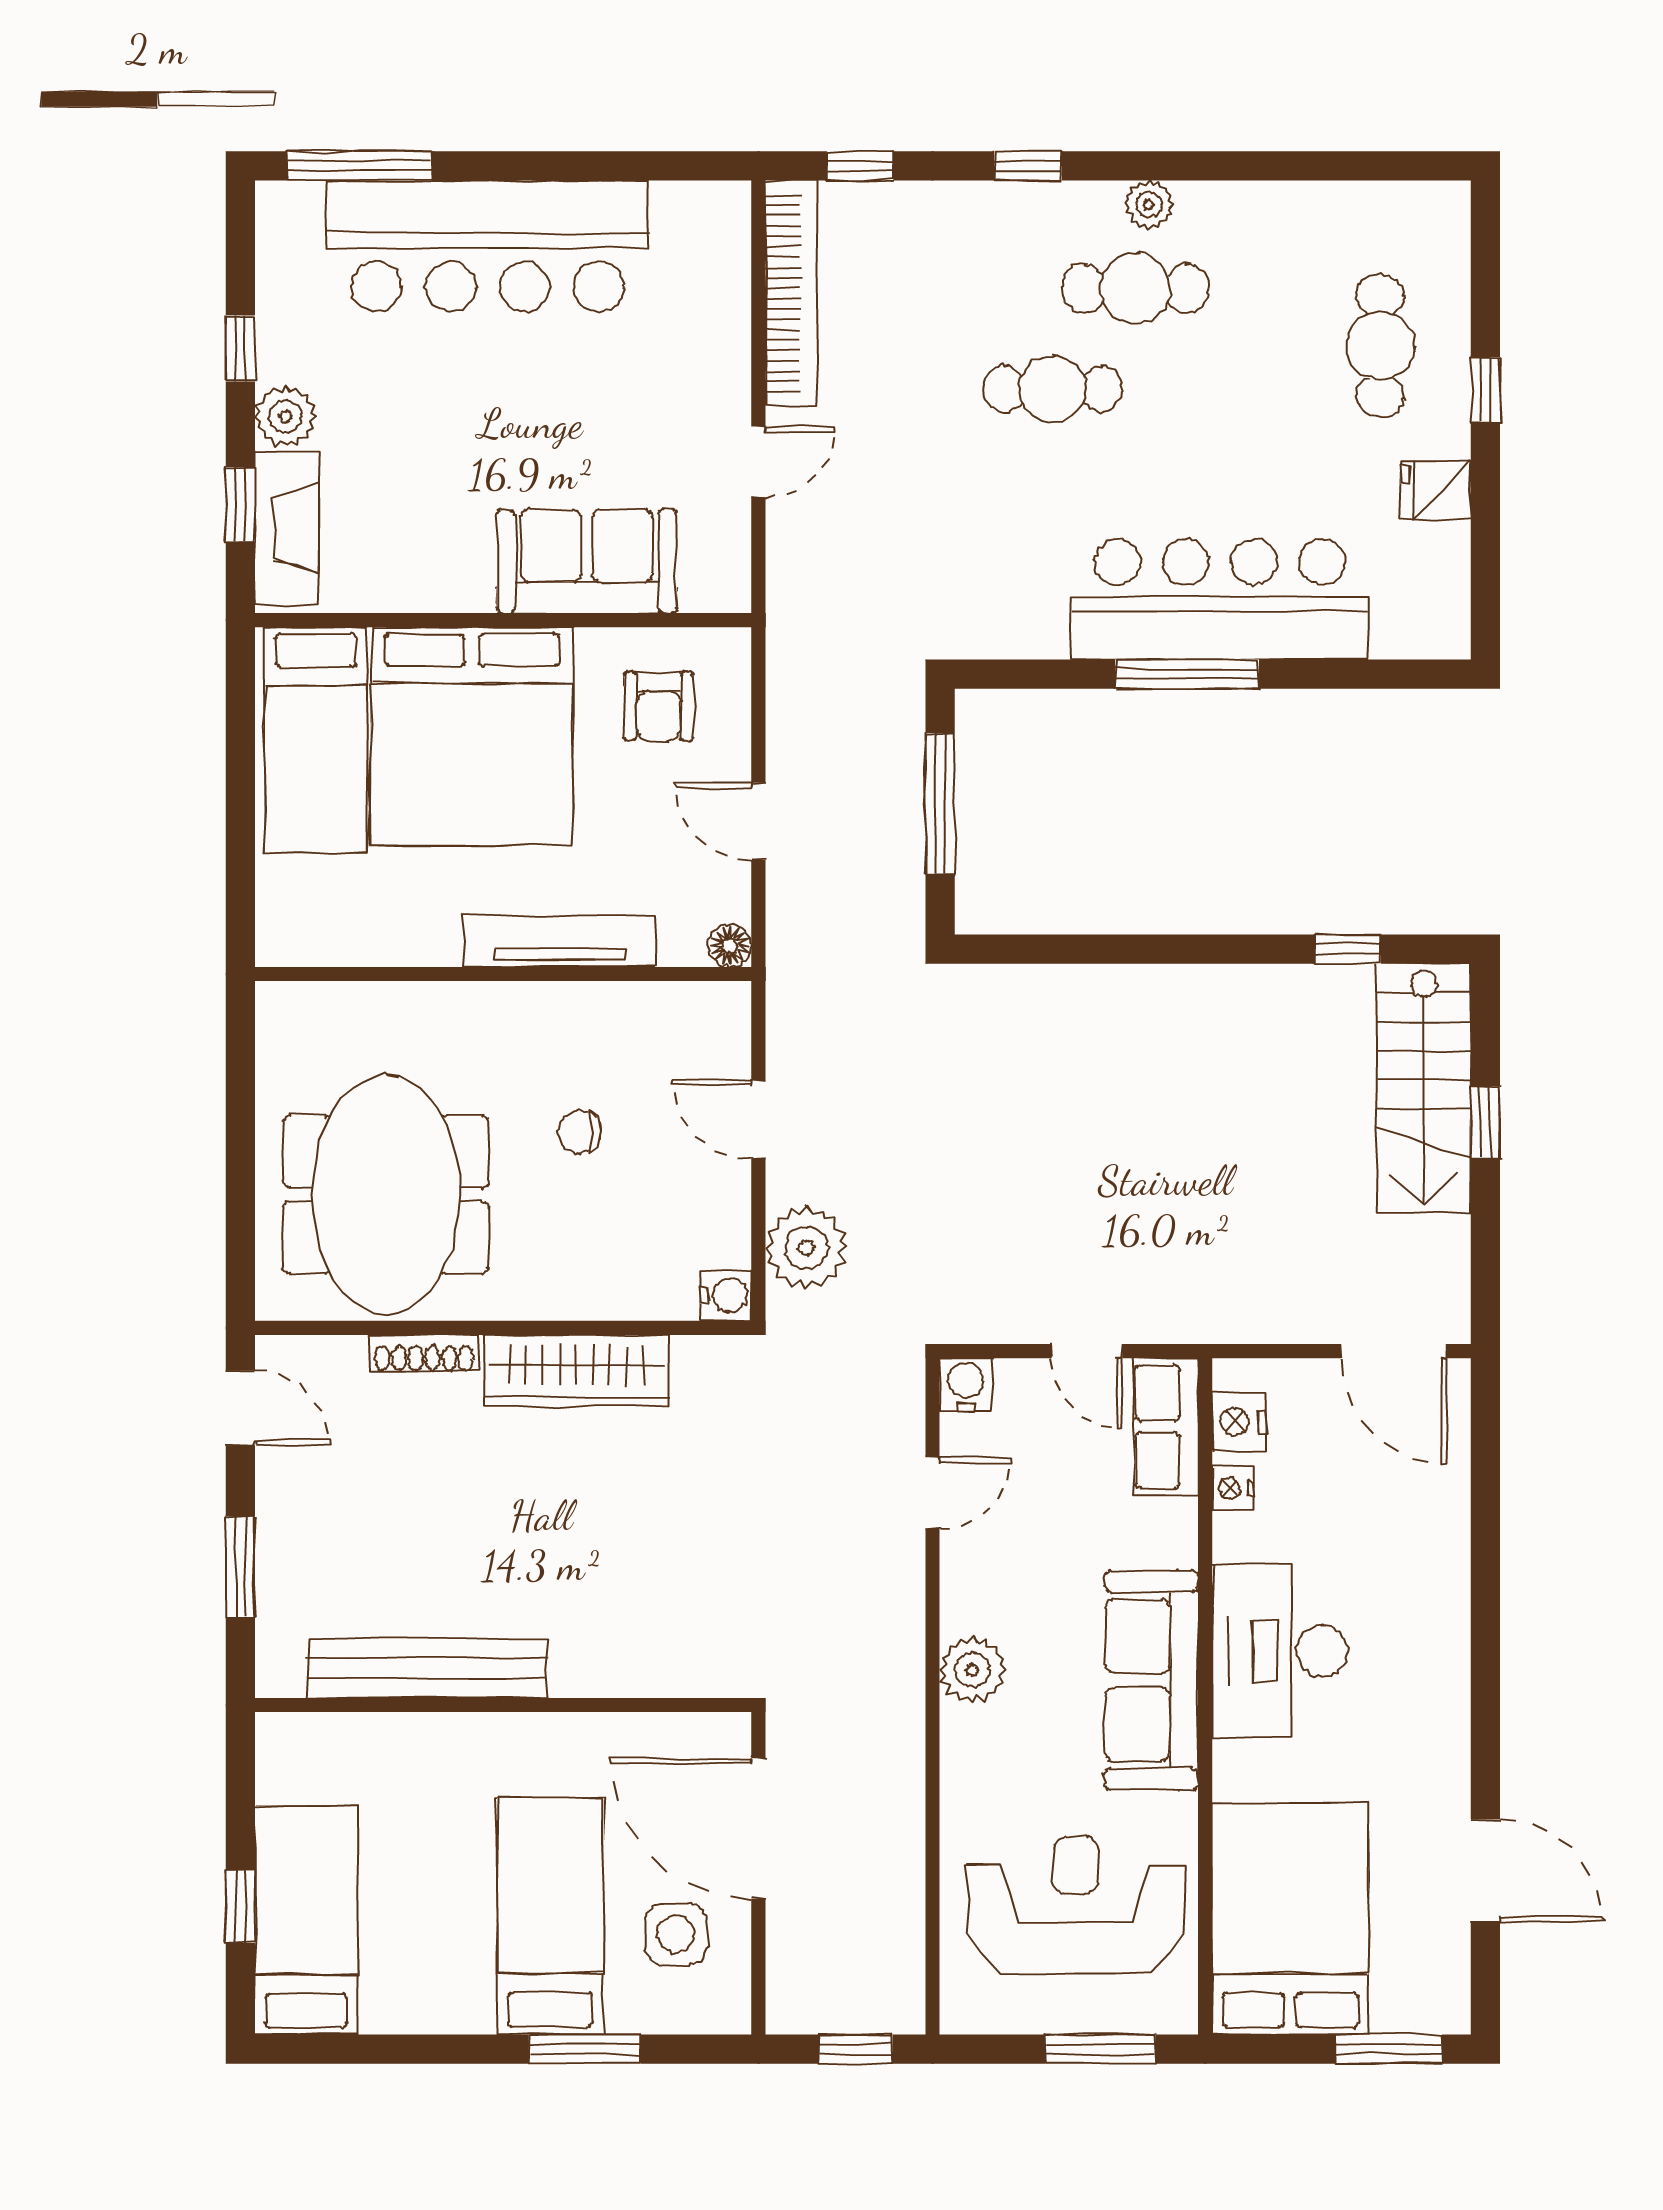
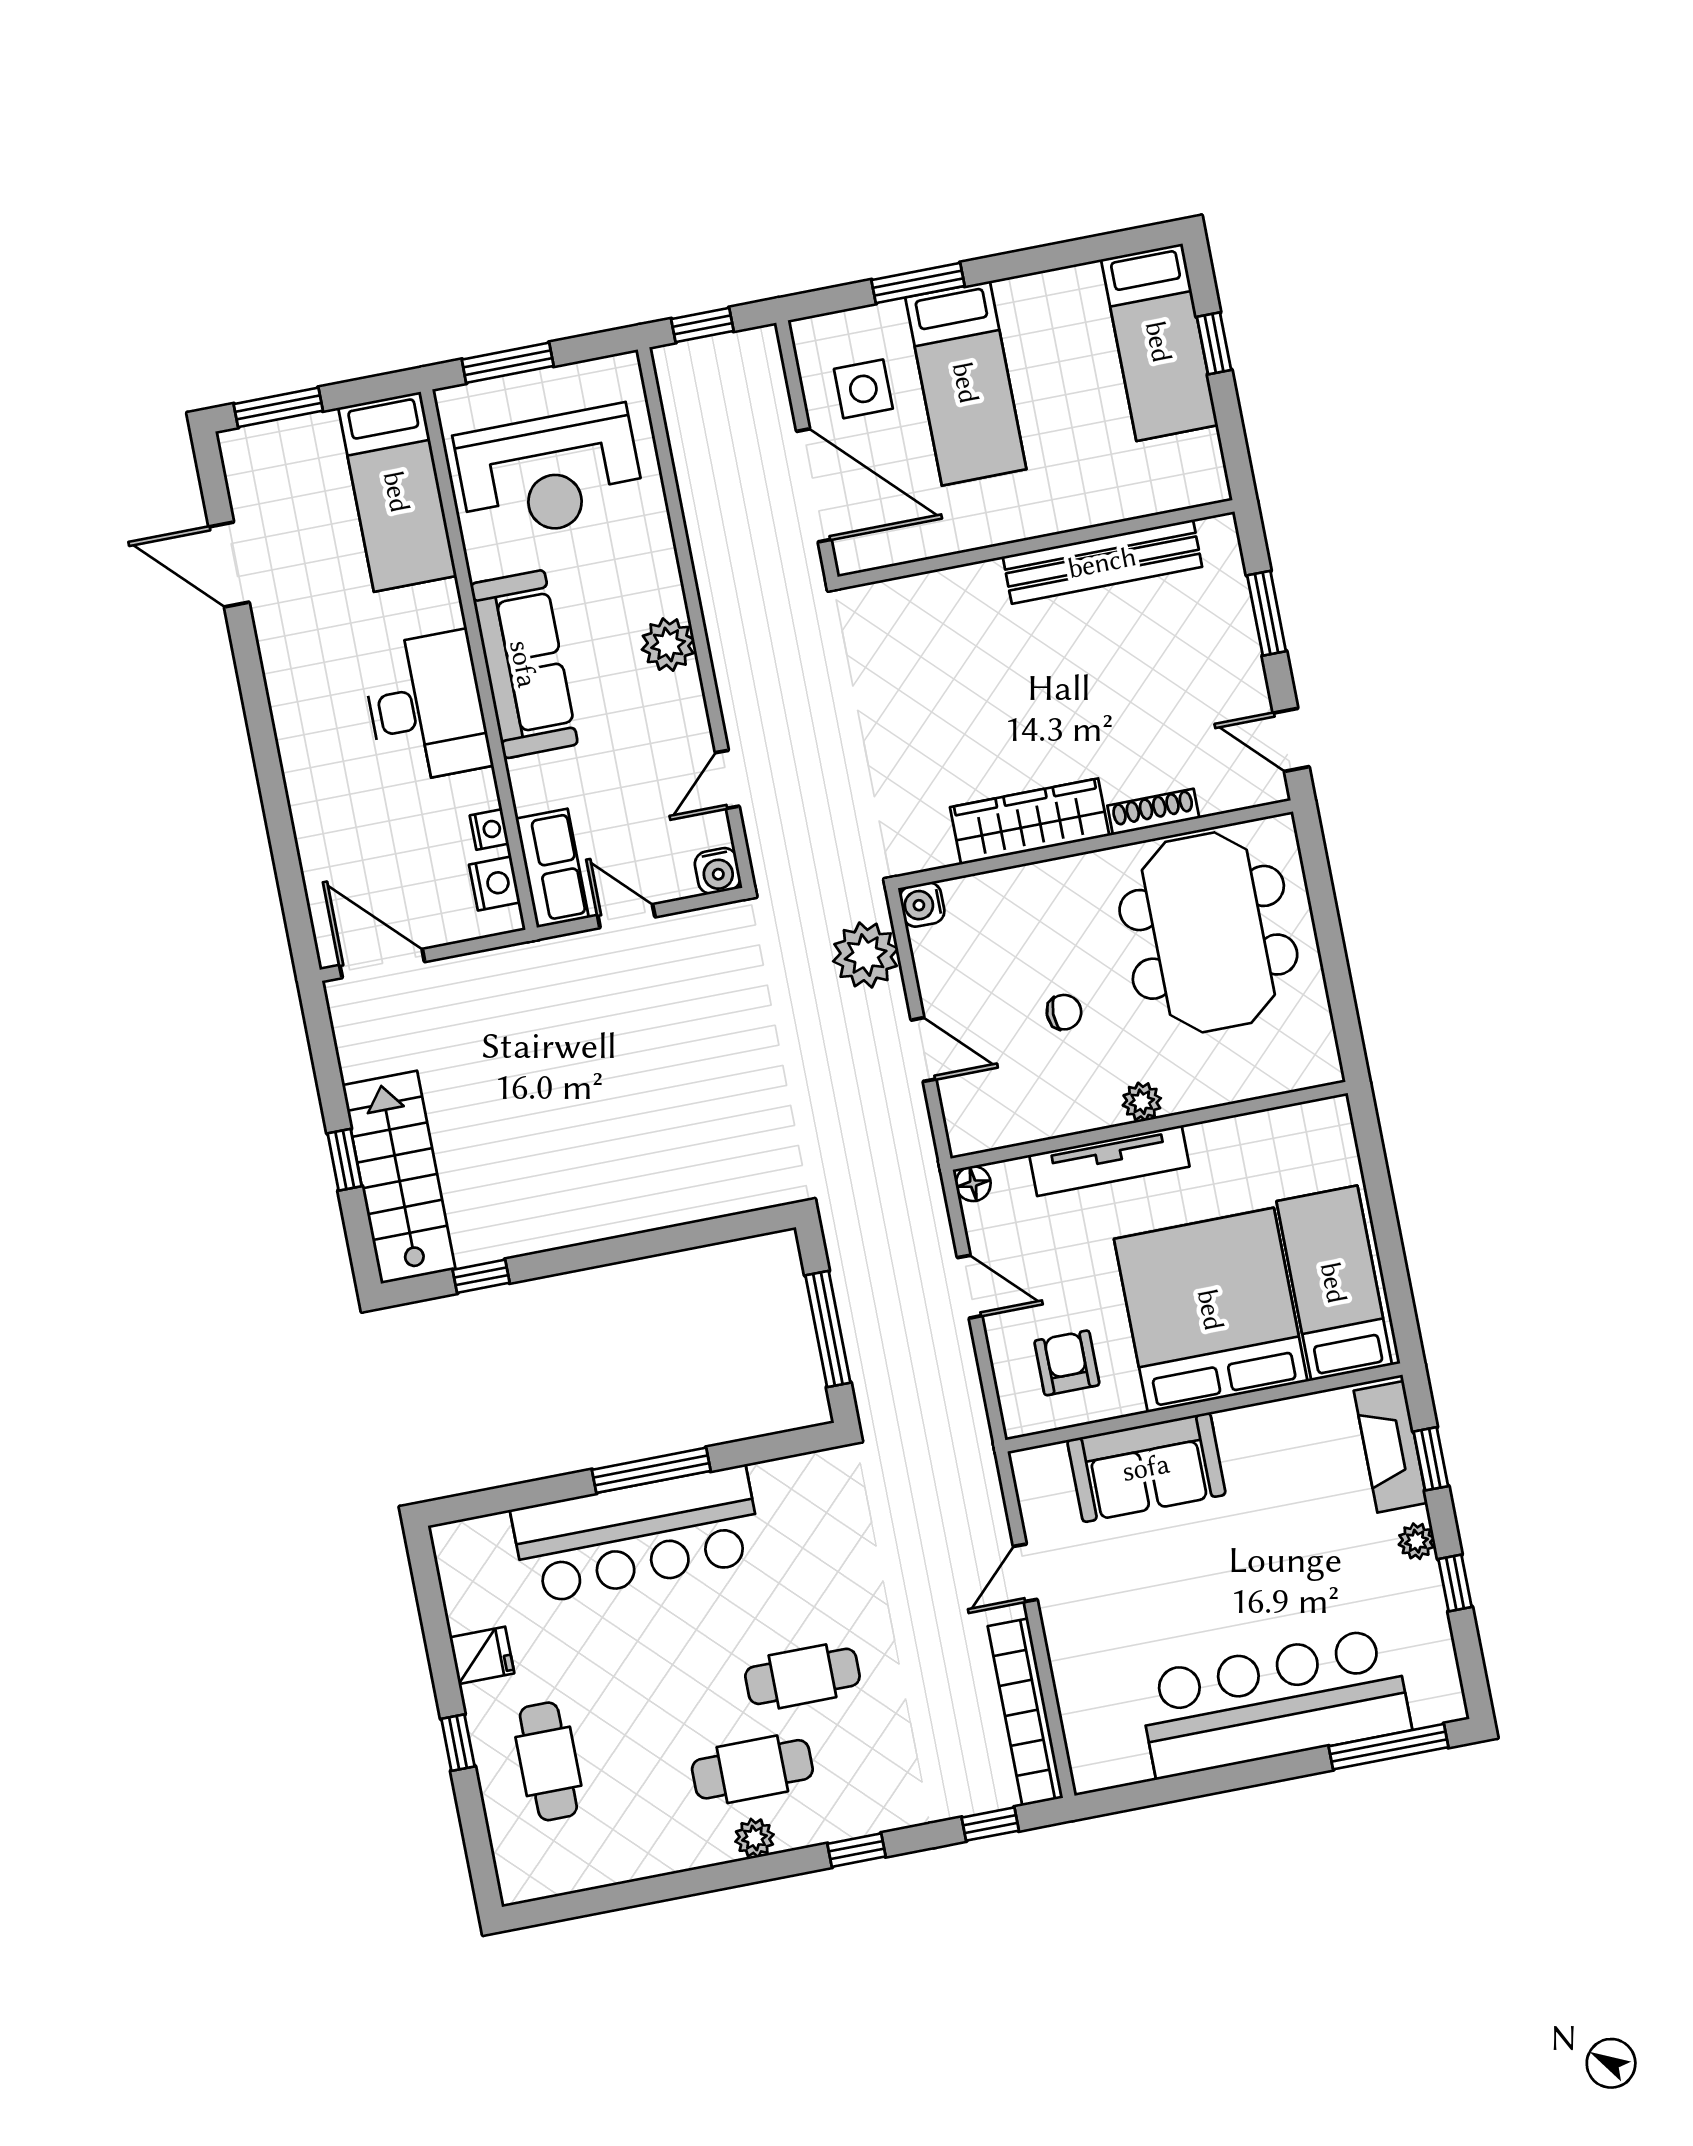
plant: (286, 416) -> (1416, 1541), width x0.73, depth x0.73
plant: (506, 1005) -> (1142, 1102), added
bed: (1290, 1919) -> (397, 492), width x0.67

